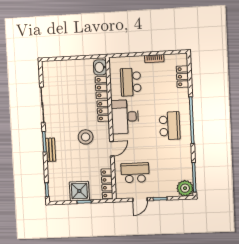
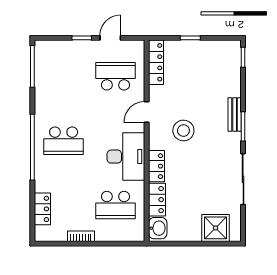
school desk: (131, 82) -> (115, 205), turned 90
school desk: (170, 126) -> (64, 141), turned -90
school desk: (135, 173) -> (115, 76), turned 180
plant: (185, 188) -> (46, 51), removed
shower: (79, 191) -> (216, 228), moved

